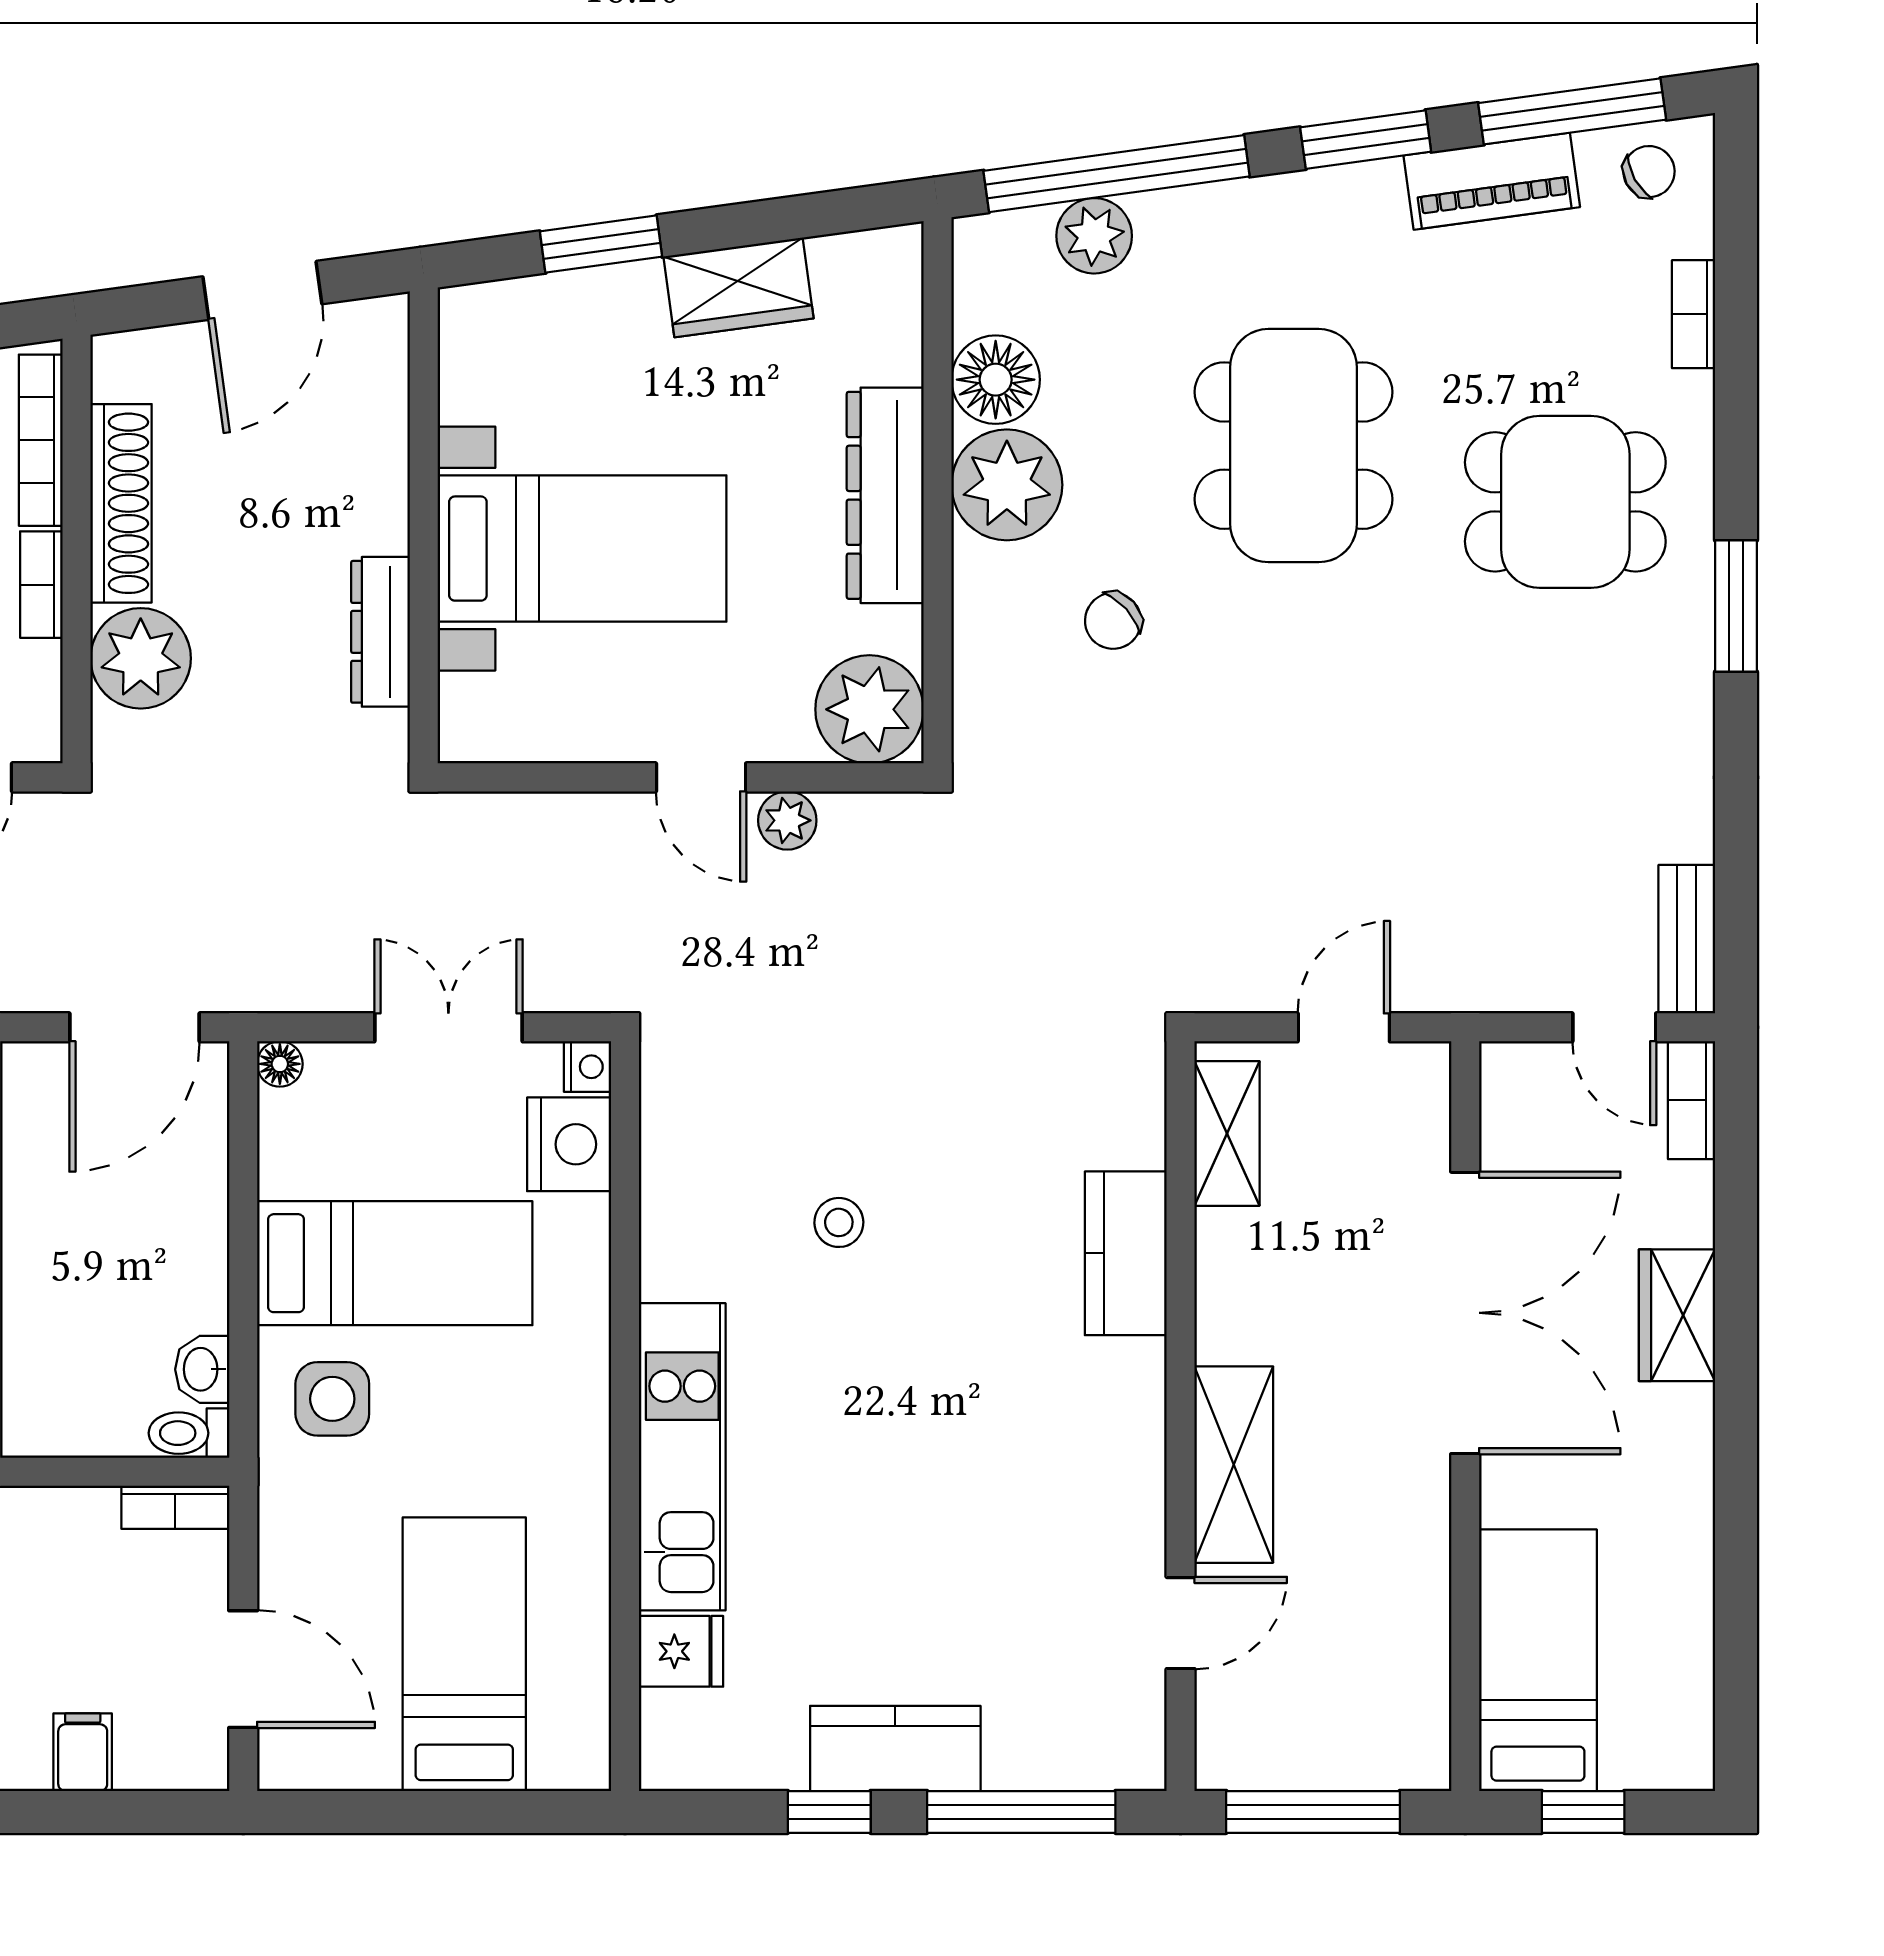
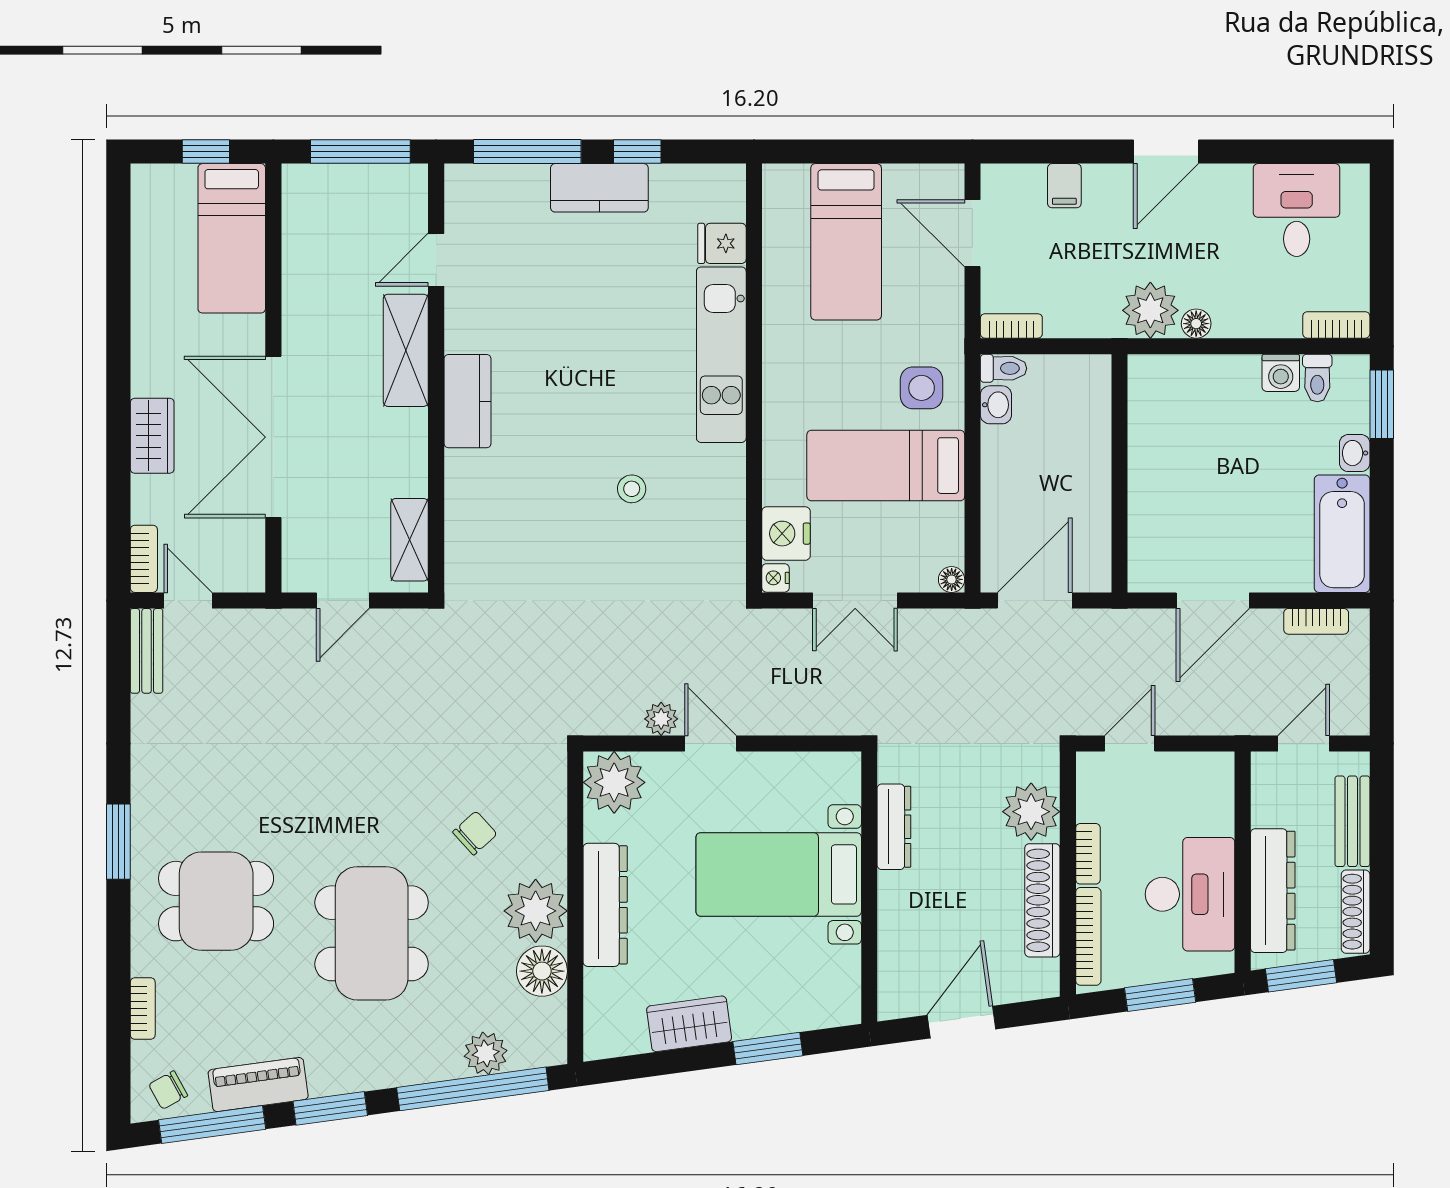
kitchen counter: (1126, 1253) -> (468, 401), moved

